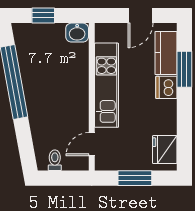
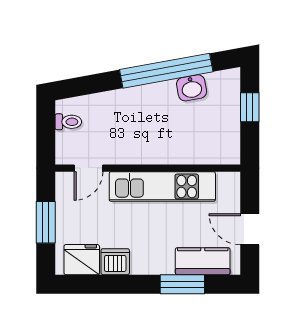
washbasin: (77, 33) -> (192, 88), moved, turned -100
dishwasher: (166, 87) -> (115, 262), moved
door: (92, 144) -> (88, 168), swing flipped

